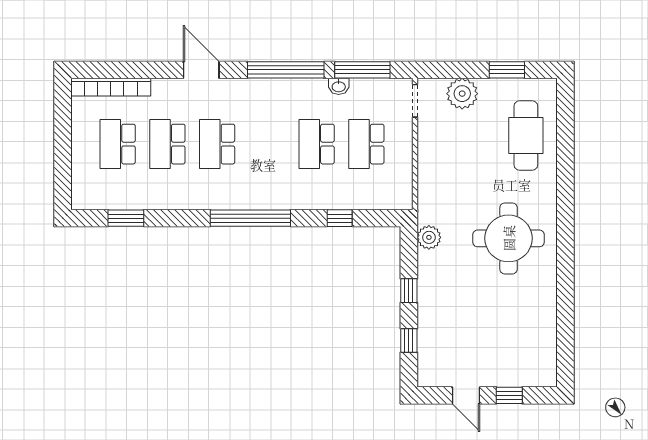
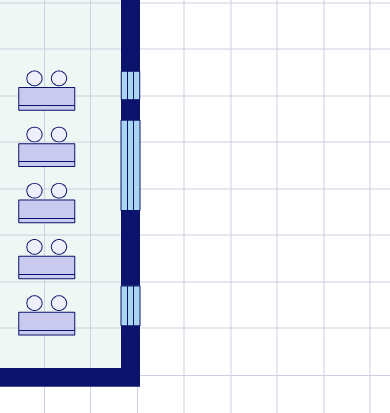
school desk: (366, 144) -> (47, 147), moved
window: (340, 218) -> (130, 85), moved

